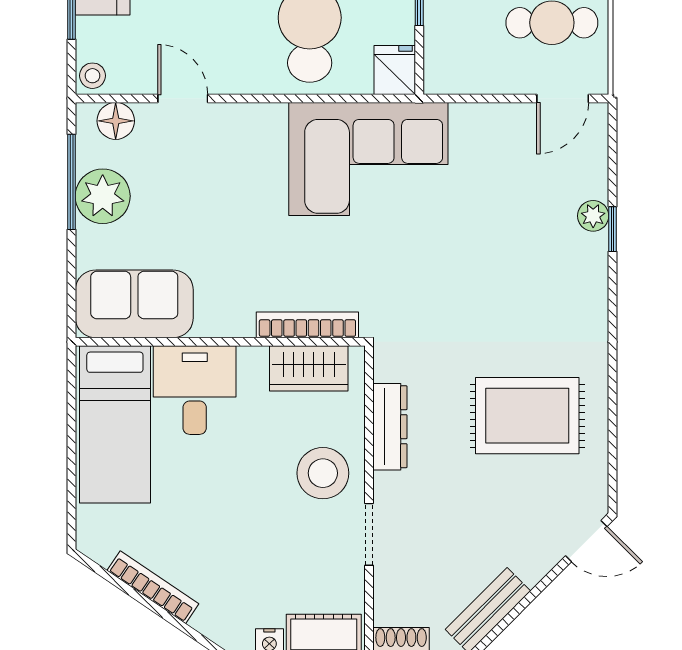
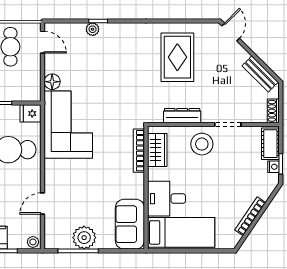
floor lamp: (116, 121) -> (52, 82), moved

